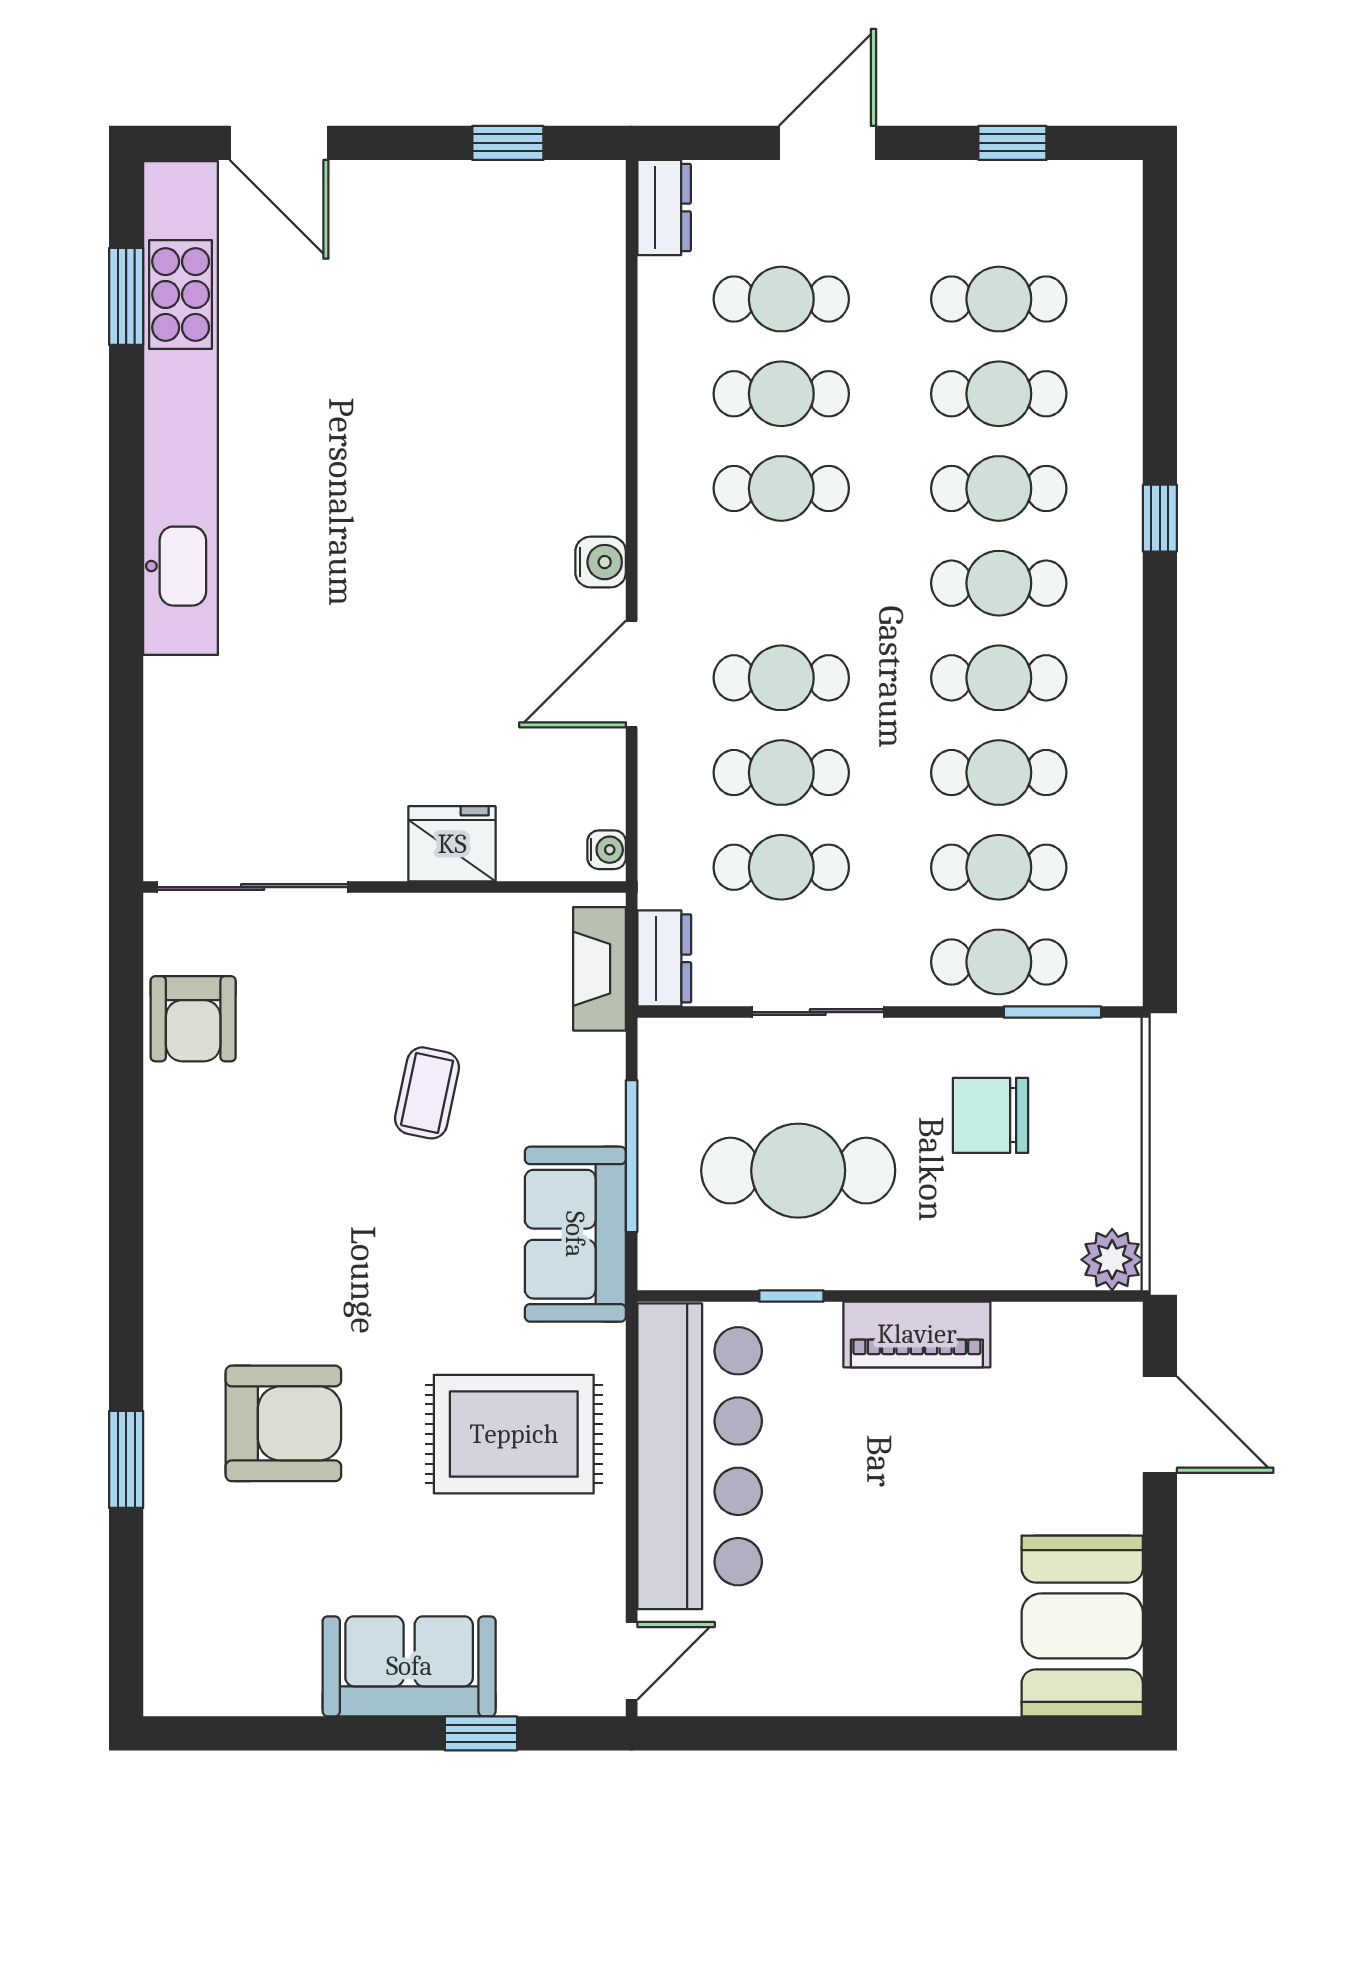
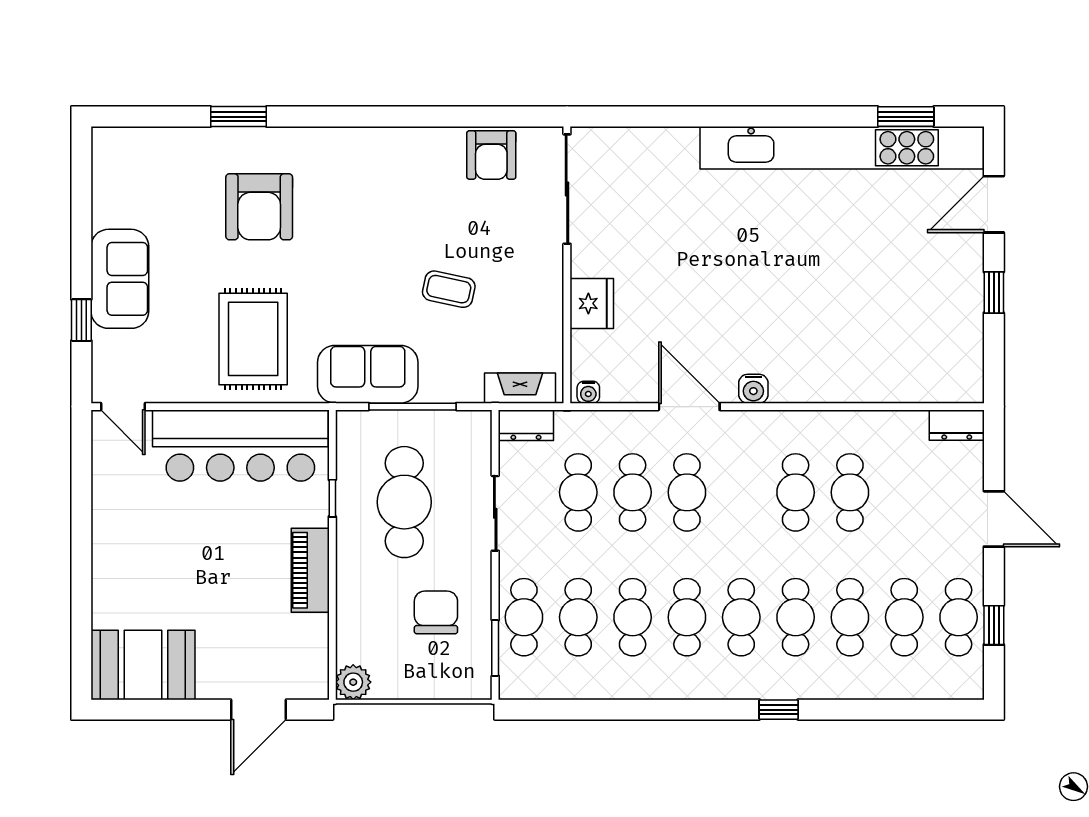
window: (508, 143) -> (994, 292), moved
cafe table: (781, 299) -> (959, 617), moved
armchair: (193, 1019) -> (491, 155), turned -90

